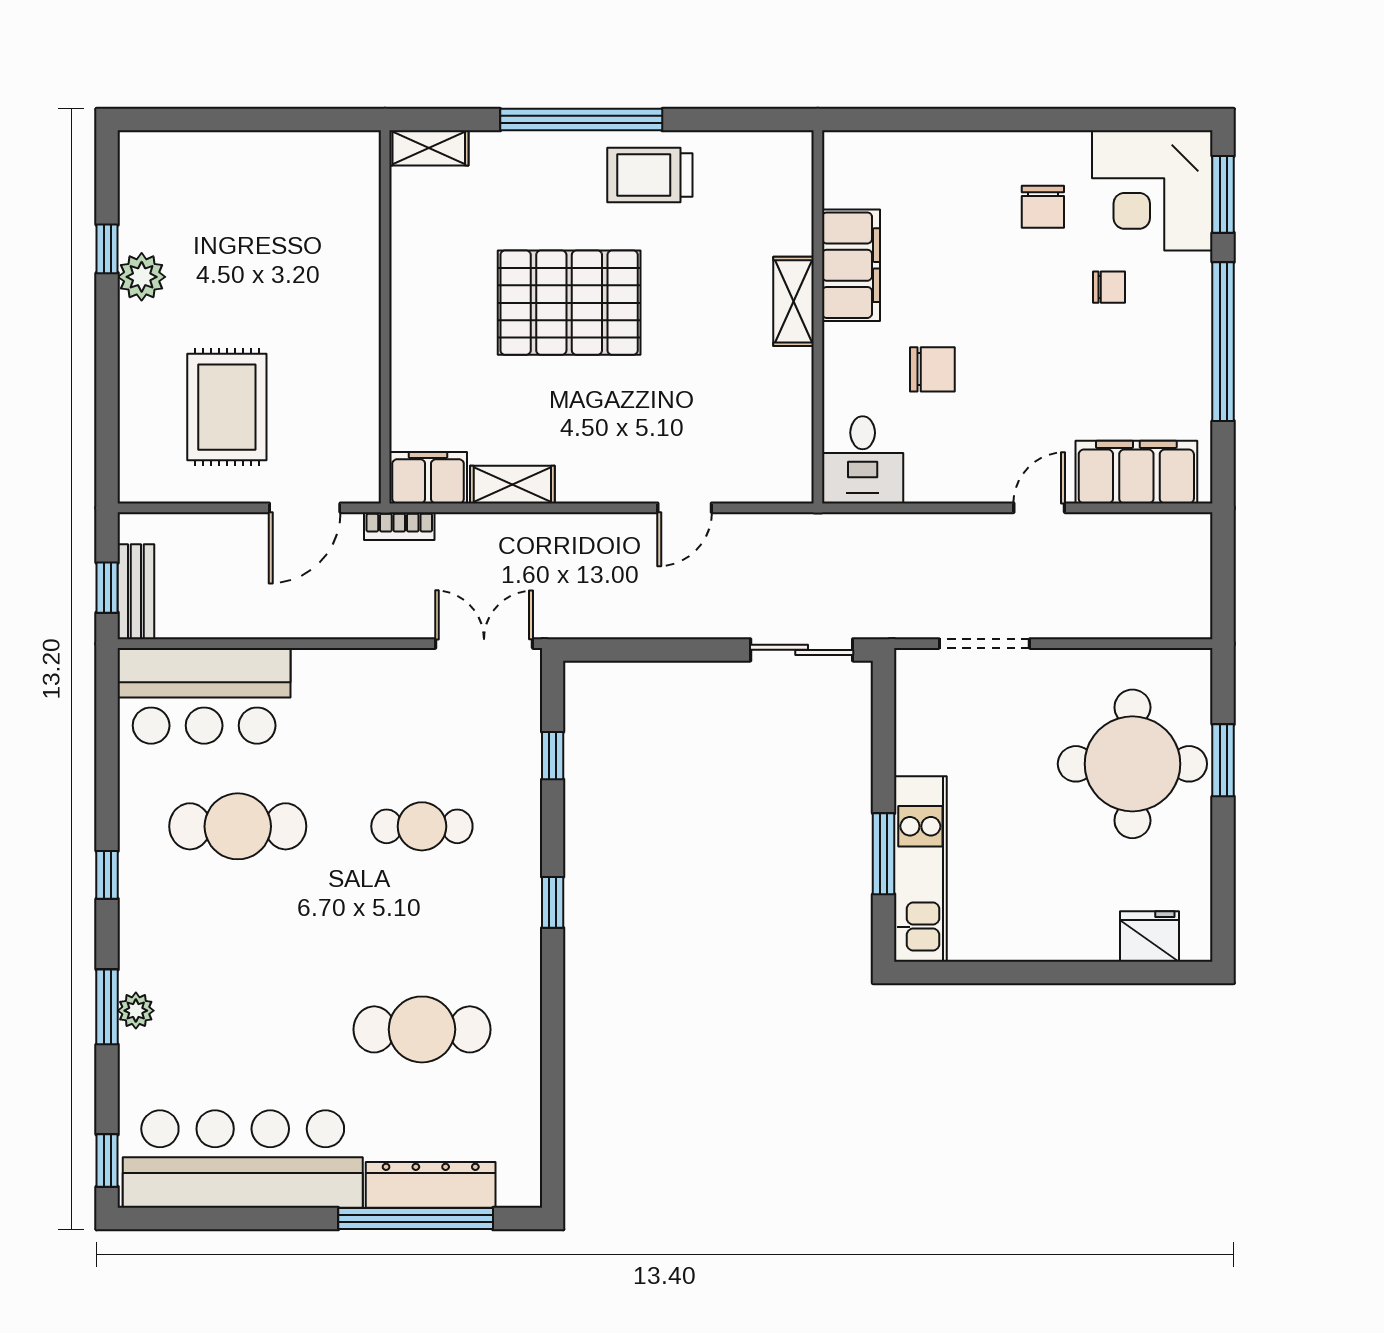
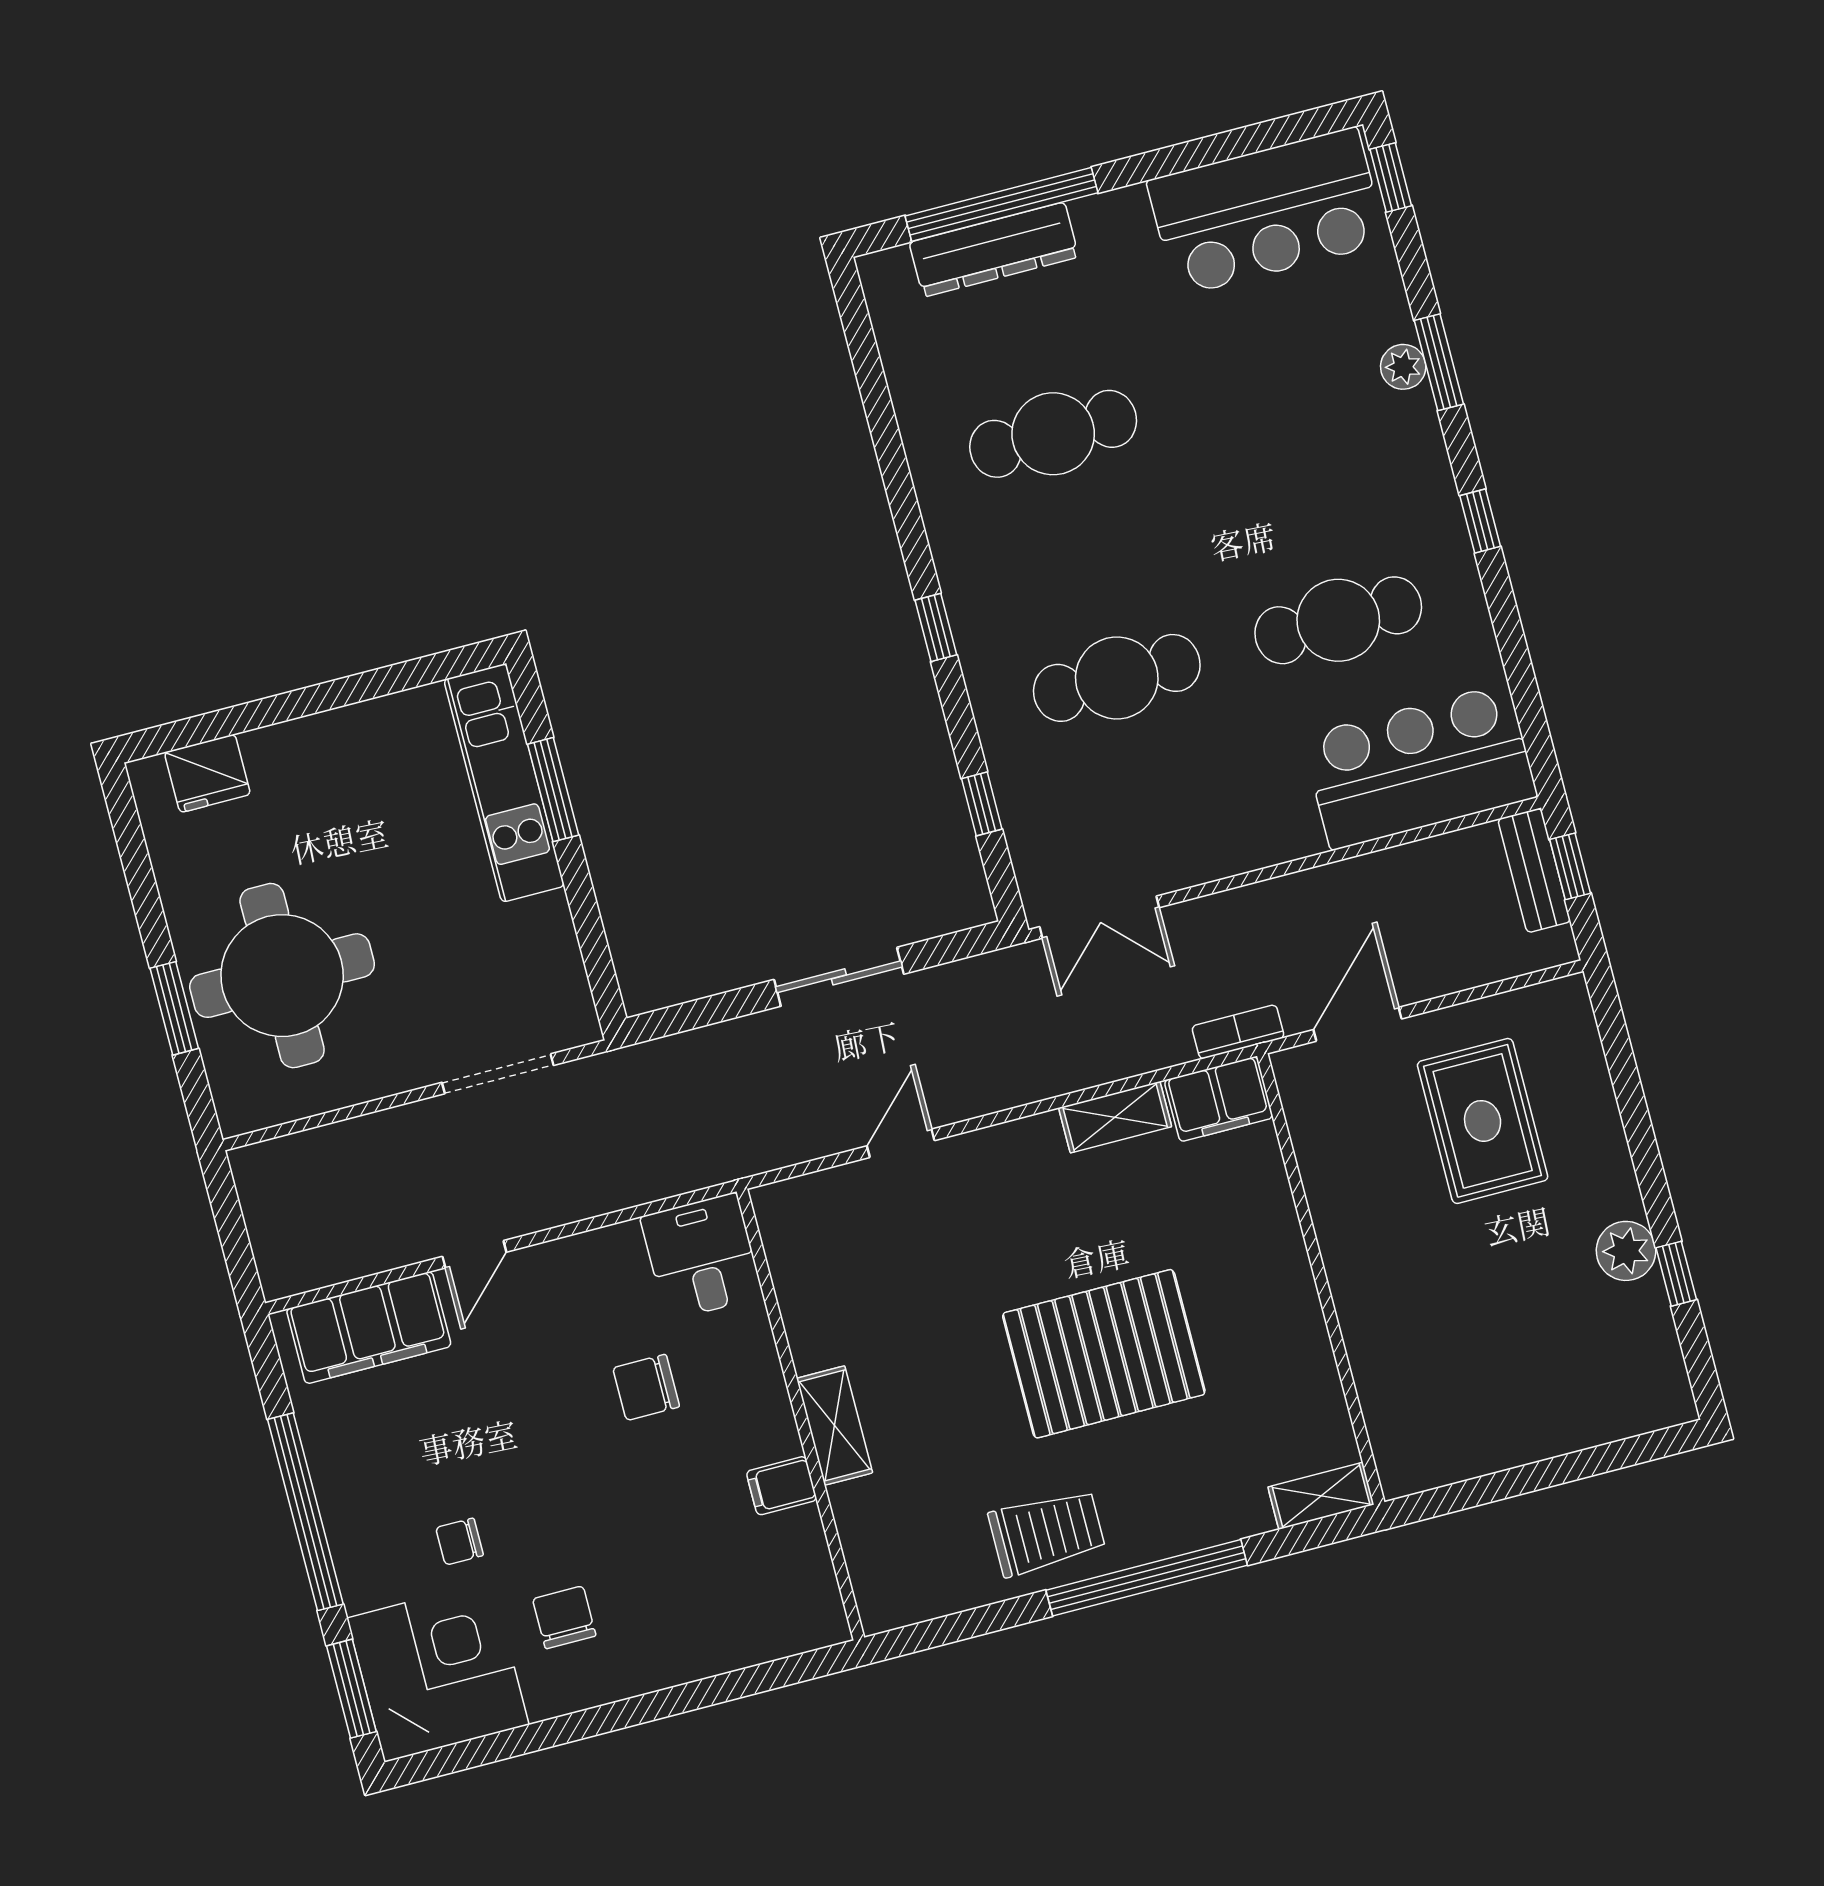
filing cabinet: (851, 265) -> (782, 1486), width x0.33, depth x0.86
sliding door: (802, 650) -> (839, 977), moved
cafe table: (422, 826) -> (1117, 678), width x1.37, depth x1.35
bar counter: (243, 1159) -> (1267, 212), width x0.73

